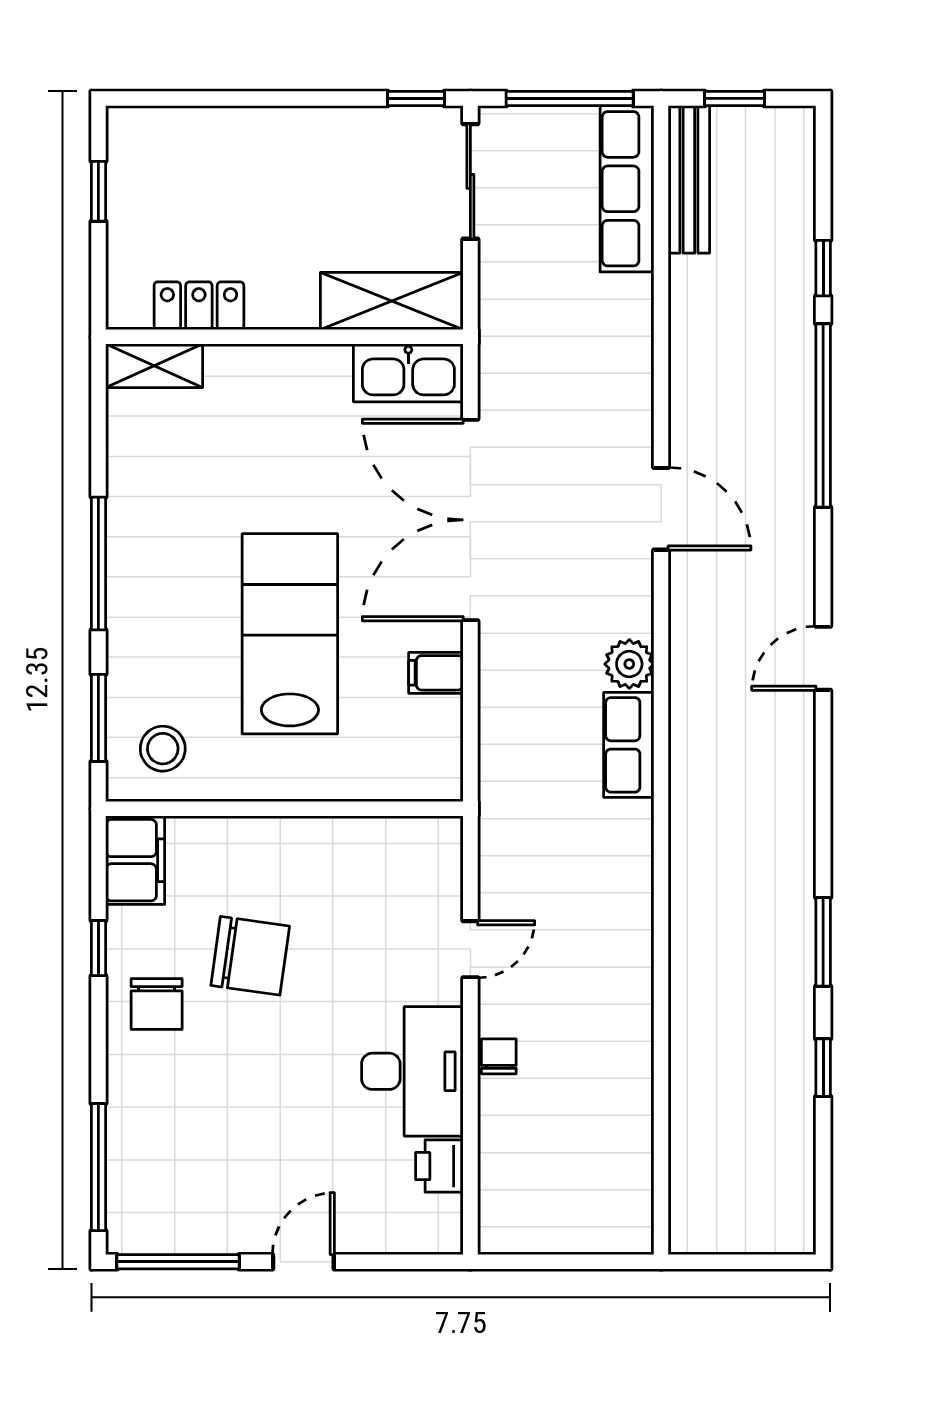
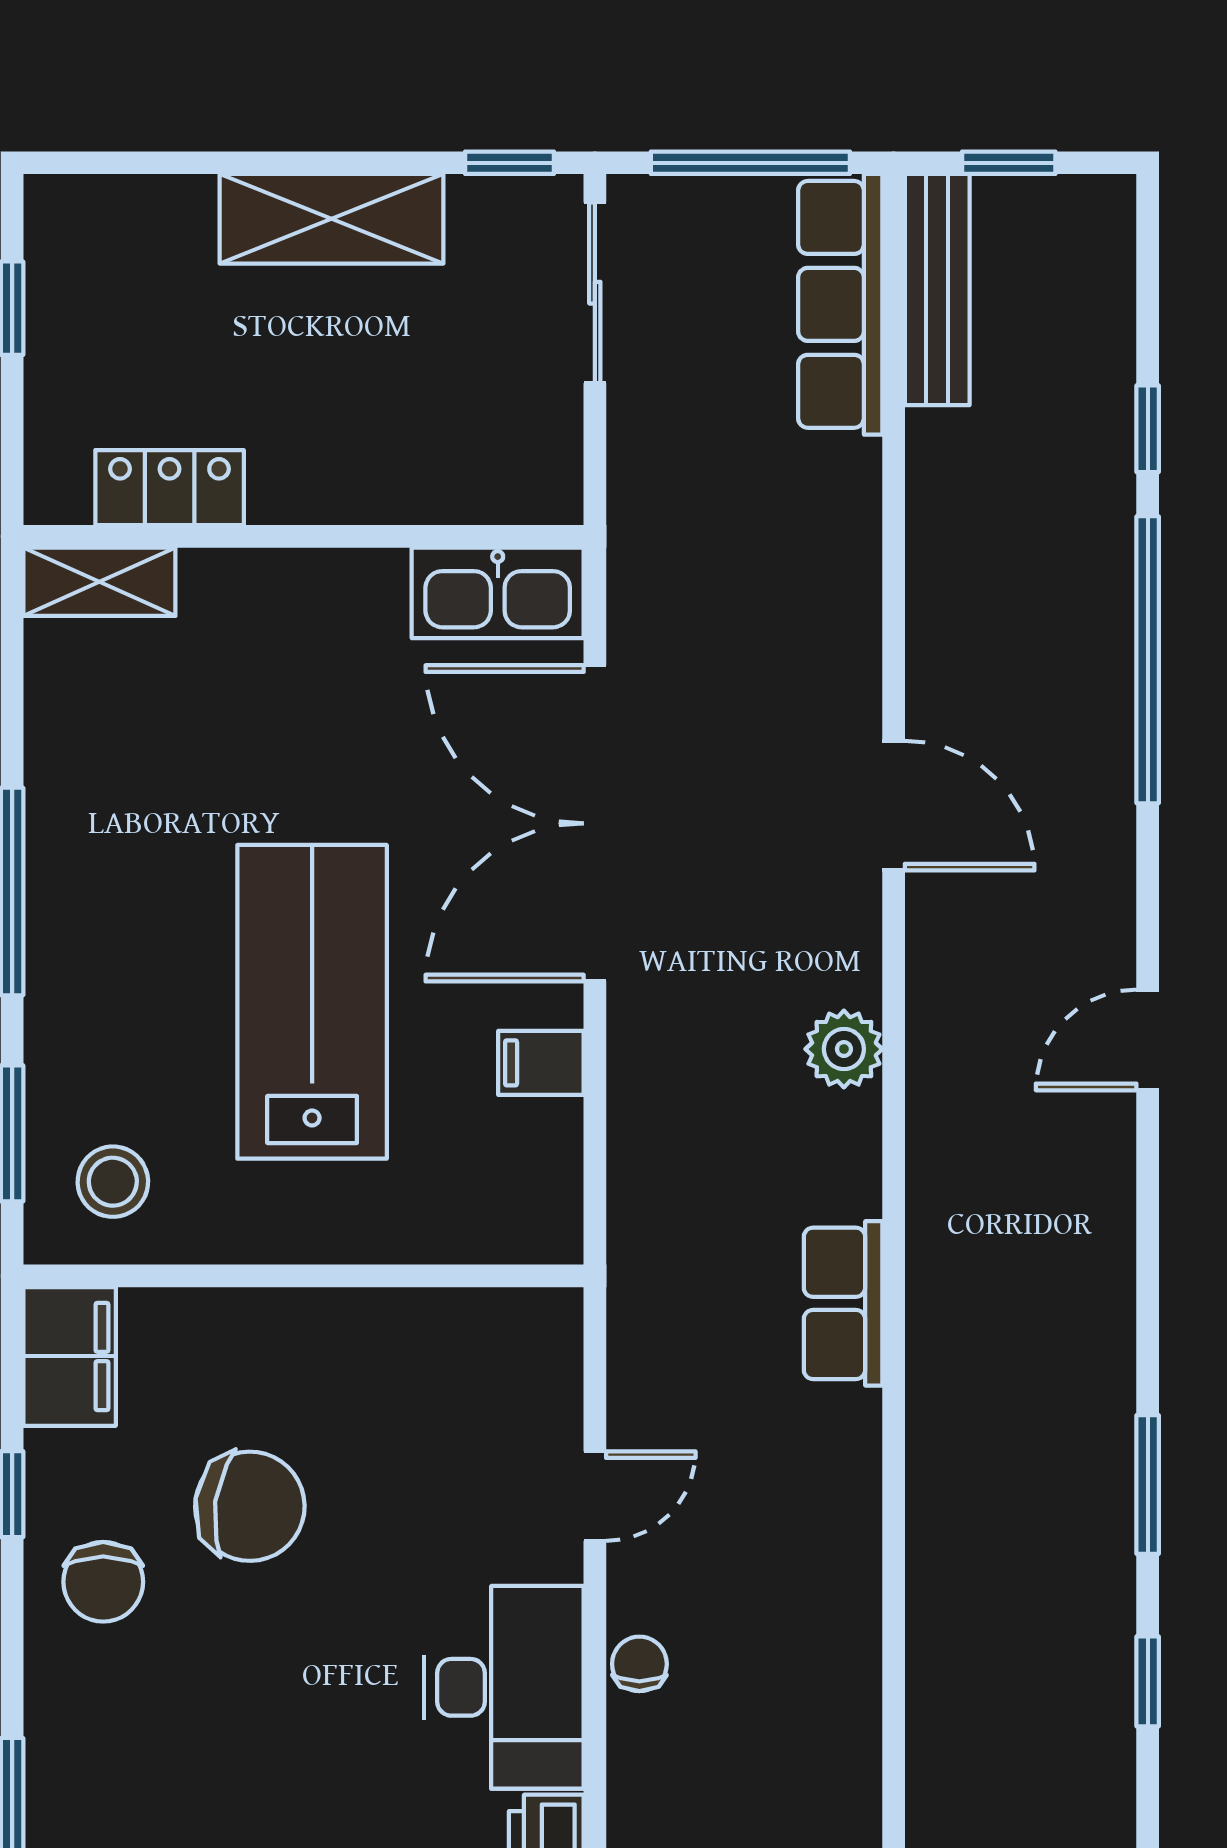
shelving: (392, 301) -> (331, 219), moved
row of seats: (629, 745) -> (843, 1303), moved

